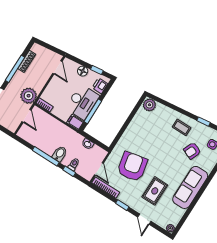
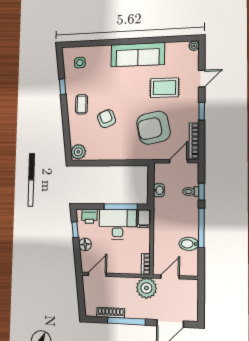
armchair: (192, 151) -> (107, 119), moved, turned -135
bidet: (60, 154) -> (189, 244), moved

